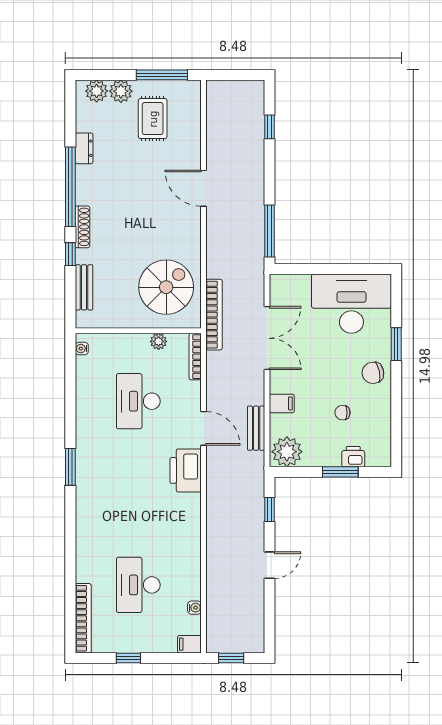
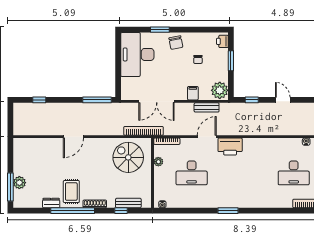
window: (162, 75) -> (10, 187), moved
plant: (97, 91) -> (19, 196), removed
rug: (153, 119) -> (71, 192), moved, turned 90
window: (70, 254) -> (121, 211), moved
double door: (267, 338) -> (157, 101), swing flipped
printer: (353, 457) -> (222, 41), moved

